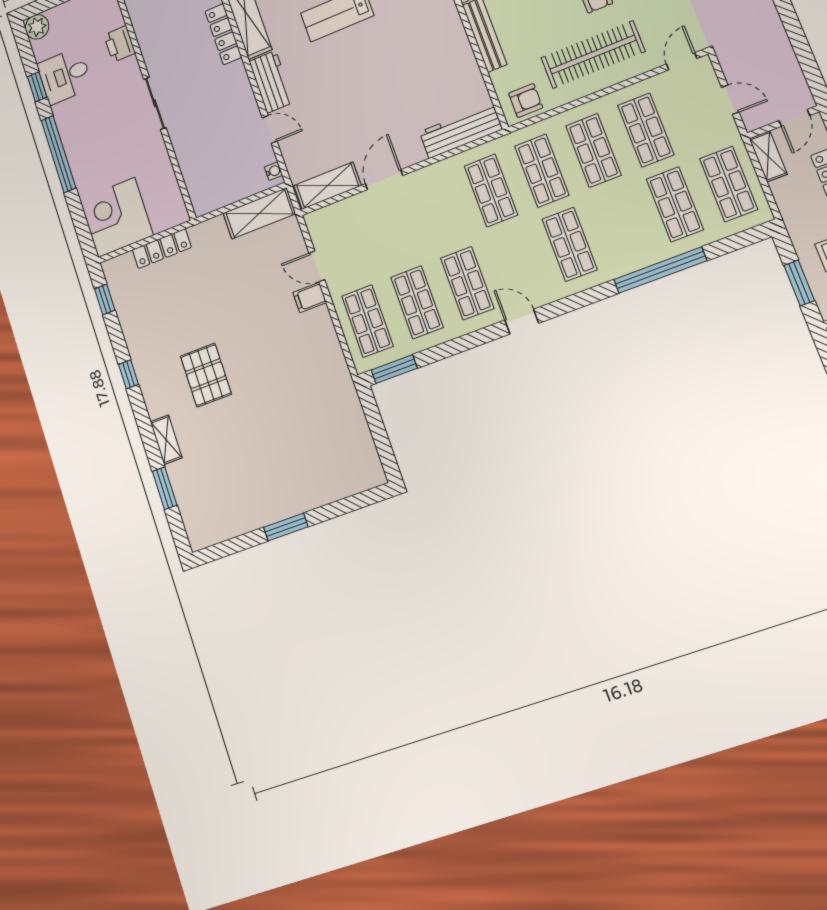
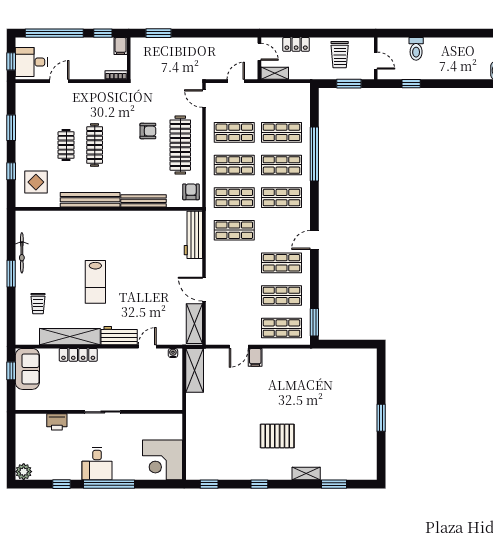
desk: (65, 76) -> (97, 464), moved
shop shelf: (729, 184) -> (282, 165), moved
locker: (162, 249) -> (192, 438), removed

